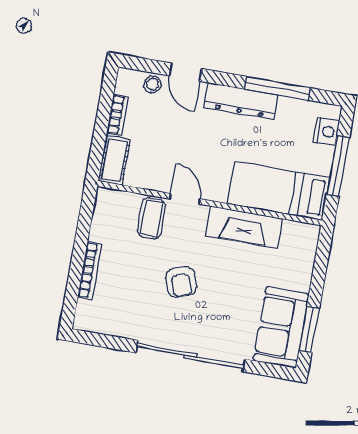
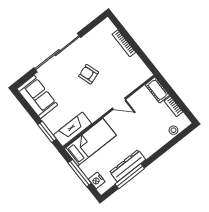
door: (185, 72) -> (167, 147), removed
dresser: (241, 101) -> (128, 166), moved
coffee table: (151, 218) -> (123, 85), removed
fireplace: (244, 227) -> (72, 129), moved
window: (309, 330) -> (47, 132), moved

